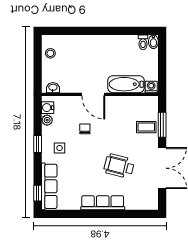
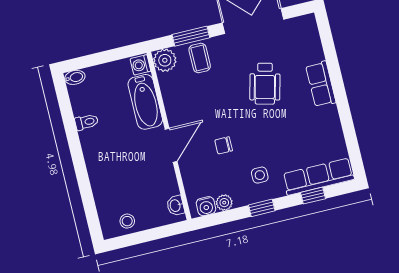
toilet: (143, 42) -> (87, 122), moved
plant: (150, 104) -> (165, 60), added
window: (38, 193) -> (313, 196), moved
row of seats: (103, 203) -> (321, 84), width x0.68

